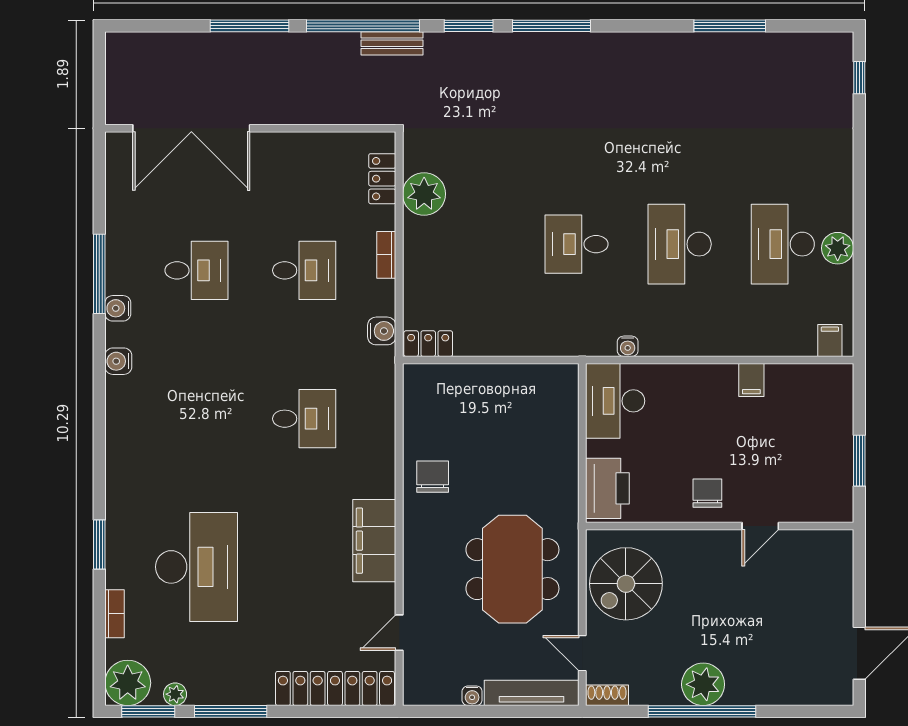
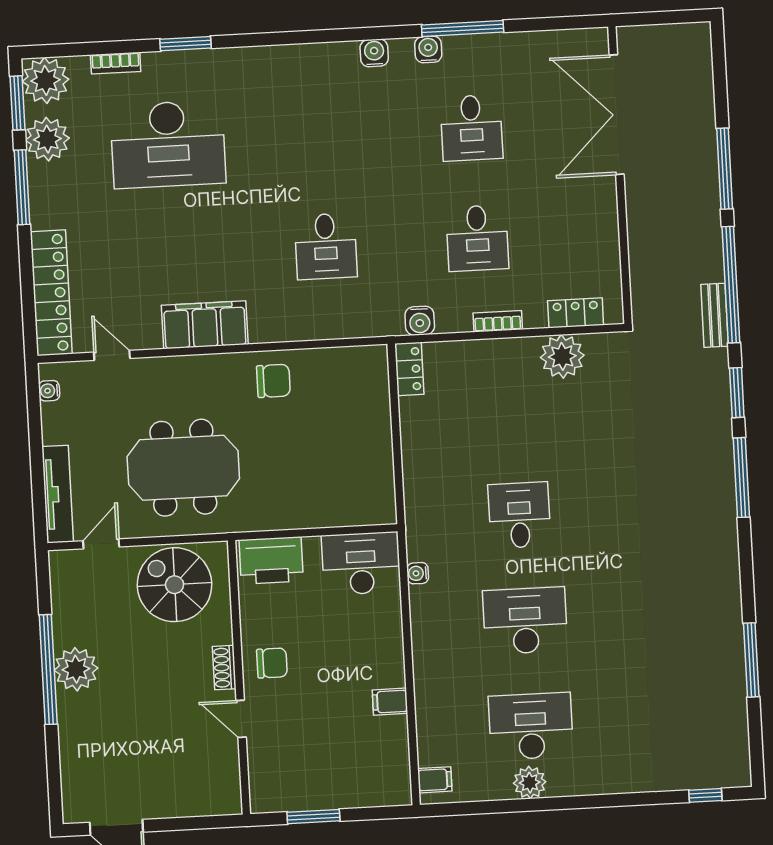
plant: (175, 694) -> (47, 139), width x1.88, depth x1.88
shoe rack: (607, 695) -> (224, 668), moved, turned 180
water cooler: (472, 696) -> (49, 391), moved

